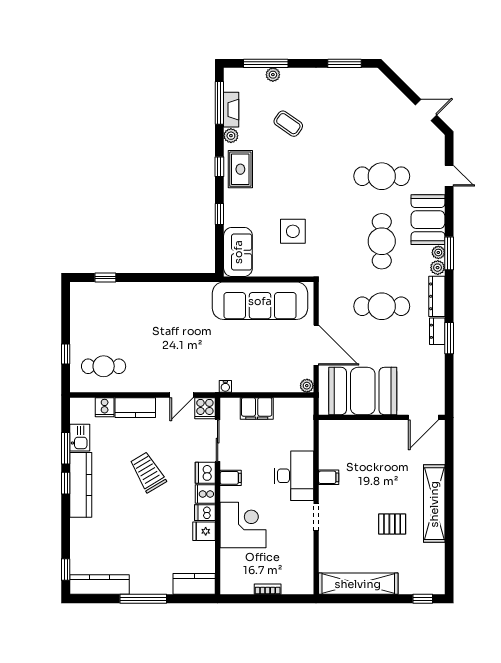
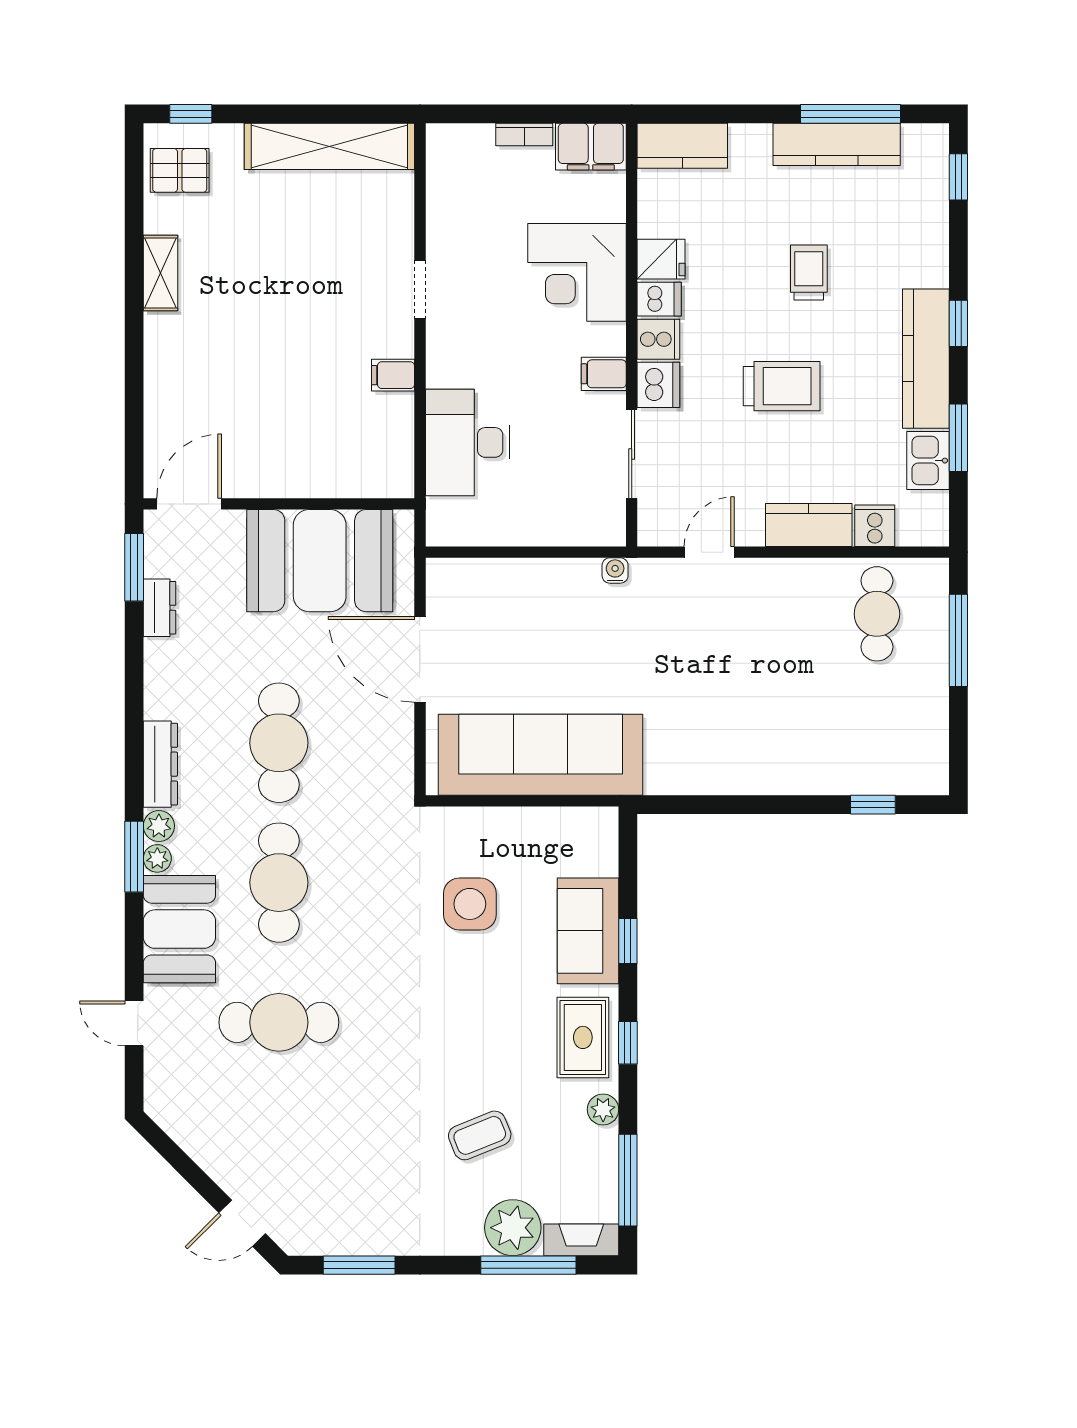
plant: (273, 75) -> (513, 1228), width x1.87, depth x1.87
fireplace: (231, 110) -> (581, 1240), moved, turned 90
door: (426, 110) -> (242, 1223), moved
coffee table: (288, 124) -> (480, 1135), turned -57
sofa: (238, 252) -> (588, 931), moved
cafe table: (382, 306) -> (279, 743), turned 90
dresser: (437, 331) -> (160, 608), moved
window: (449, 338) -> (134, 567), moved
window: (66, 354) -> (958, 640), width x2.17
cafe table: (104, 366) -> (877, 614), turned 90
plant: (307, 386) -> (440, 572), removed
cooker: (205, 408) -> (659, 524), removed
filing cabinet: (257, 408) -> (591, 147), moved, turned 180
trolley: (148, 472) -> (782, 386), turned -59
desk: (294, 476) -> (467, 442), moved
window: (66, 483) -> (958, 323), moved
shelving: (434, 504) -> (160, 273), width x0.45, depth x0.75
pallet: (392, 524) -> (180, 170), moved
trolley: (135, 525) -> (809, 273), added
kitchen counter: (100, 585) -> (837, 144), moved
window: (143, 599) -> (851, 114), moved

